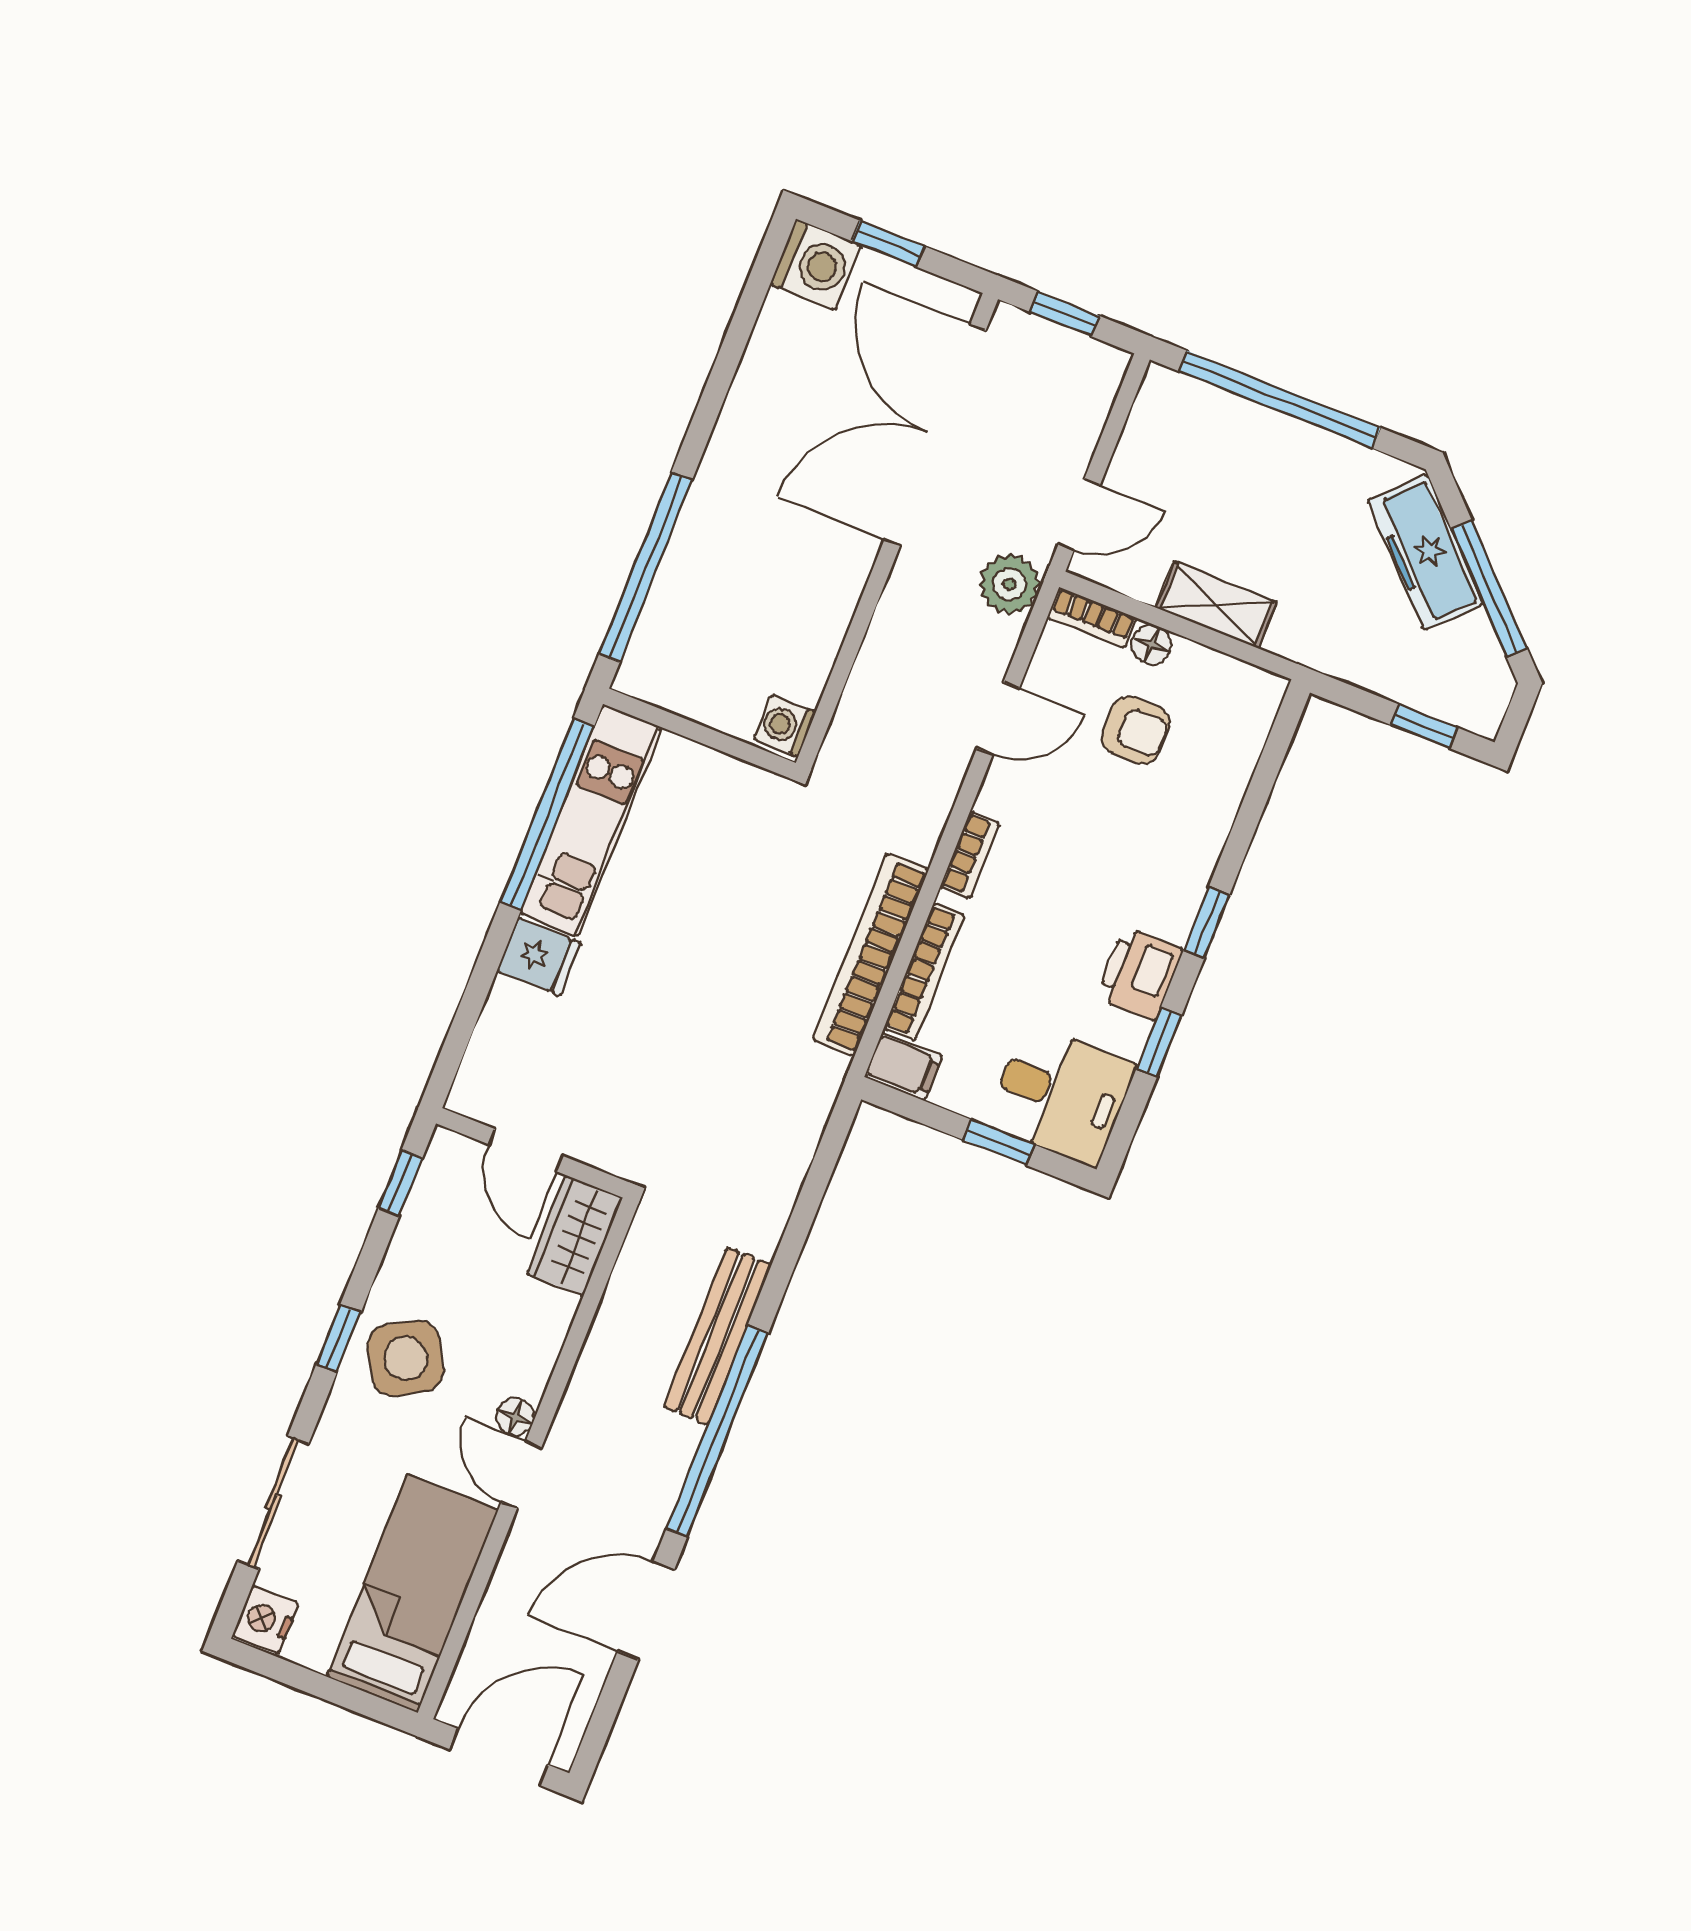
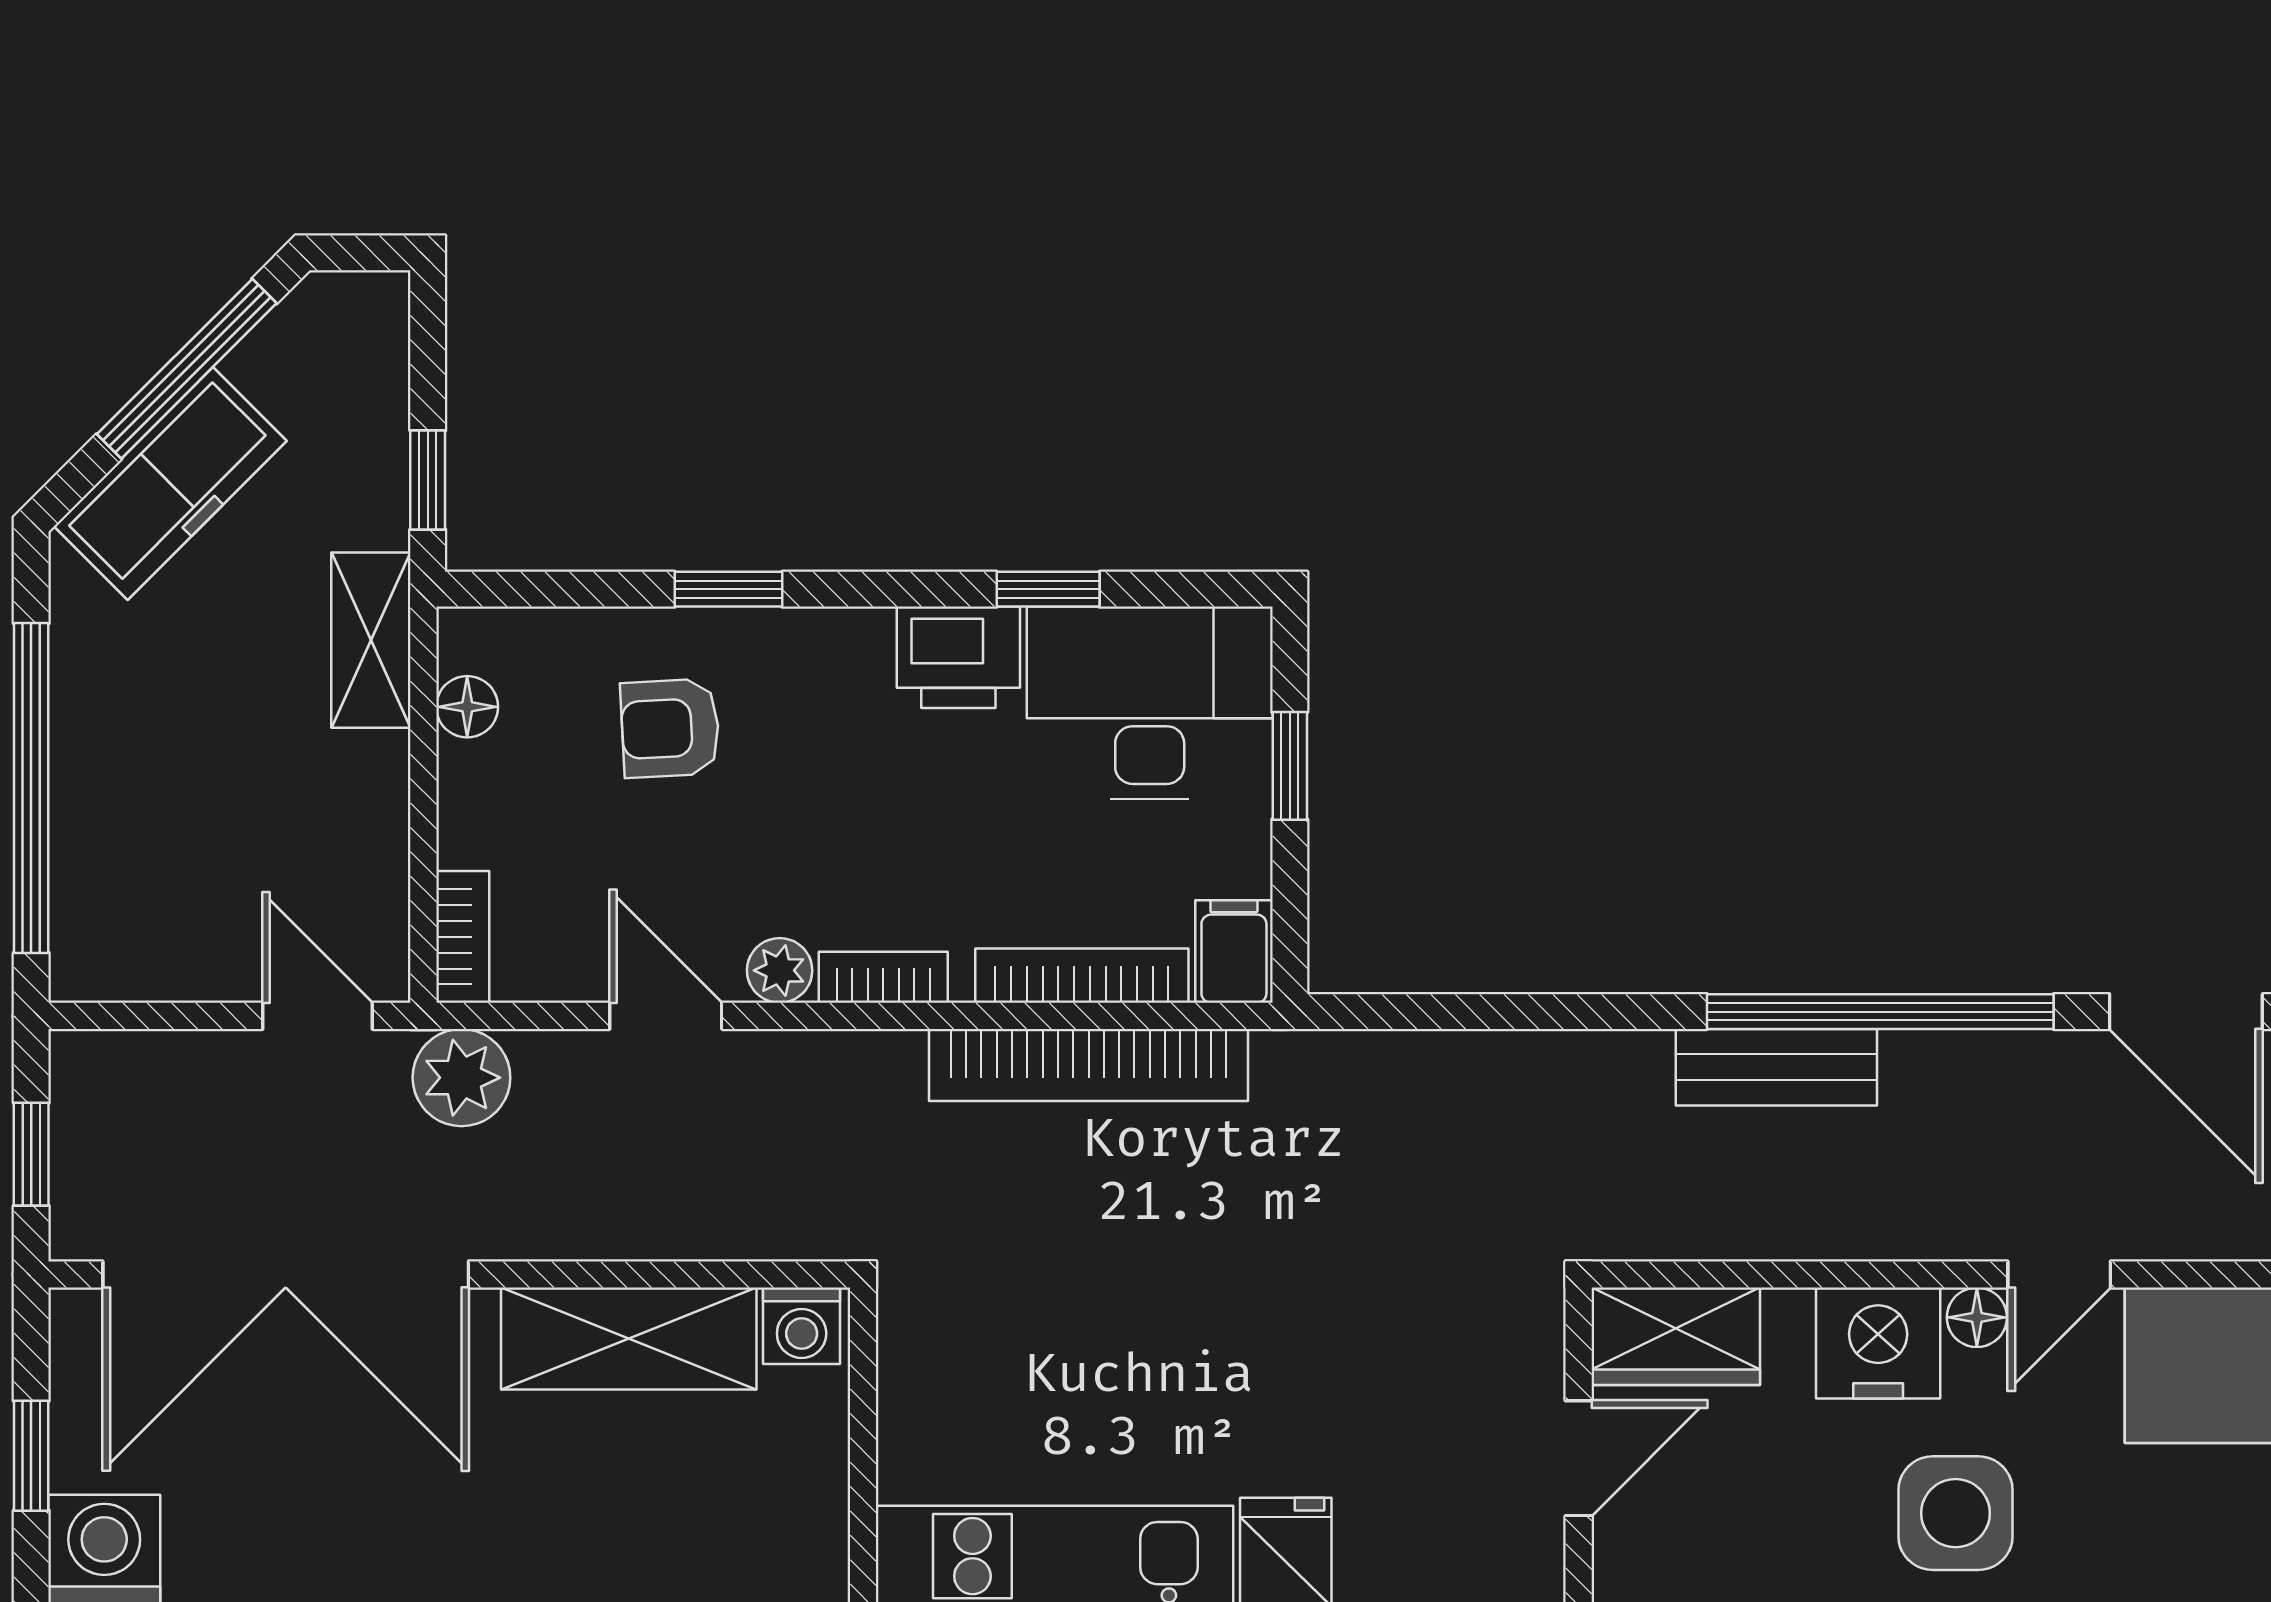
shelving: (1216, 605) -> (371, 640), moved
shelving: (818, 621) -> (629, 1338), added
floor lamp: (1151, 644) -> (467, 707), moved
window: (1424, 726) -> (428, 480), moved
armchair: (1136, 730) -> (670, 728), moved, turned -93
plant: (998, 796) -> (780, 970), added
window: (1206, 923) -> (728, 589), moved
desk: (1061, 1095) -> (1150, 703), width x1.37
bench: (717, 1336) -> (1776, 1067), width x0.73
nightstand: (523, 1353) -> (1878, 1343), added
side table: (406, 1358) -> (1956, 1513), turned 30

